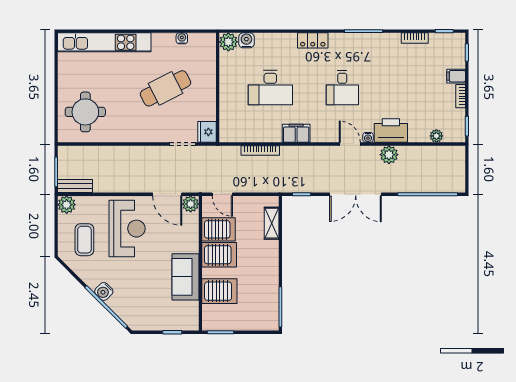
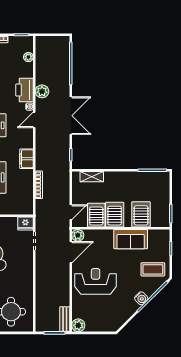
coffee table: (84, 240) -> (153, 269), moved

